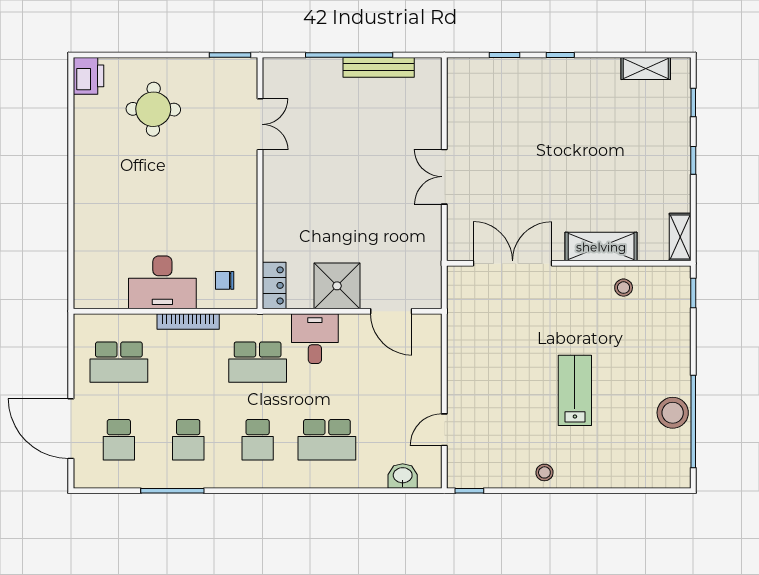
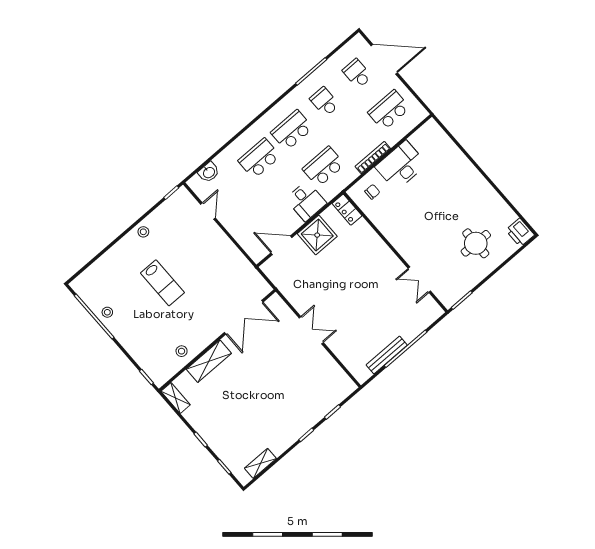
stool: (673, 413) -> (107, 312), width x0.53, depth x0.53
school desk: (258, 440) -> (292, 130), width x1.85

